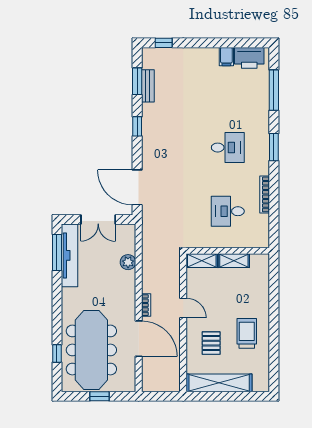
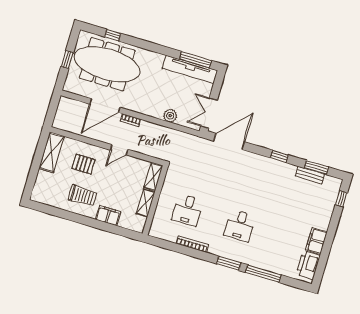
filing cabinet: (226, 57) -> (316, 241), width x2.00
window: (274, 90) -> (263, 274), moved
desk: (228, 211) -> (188, 210), turned 180
double door: (98, 220) -> (209, 113), moved
filing cabinet: (261, 298) -> (108, 216), added
shelving: (219, 383) -> (52, 152), width x0.68

